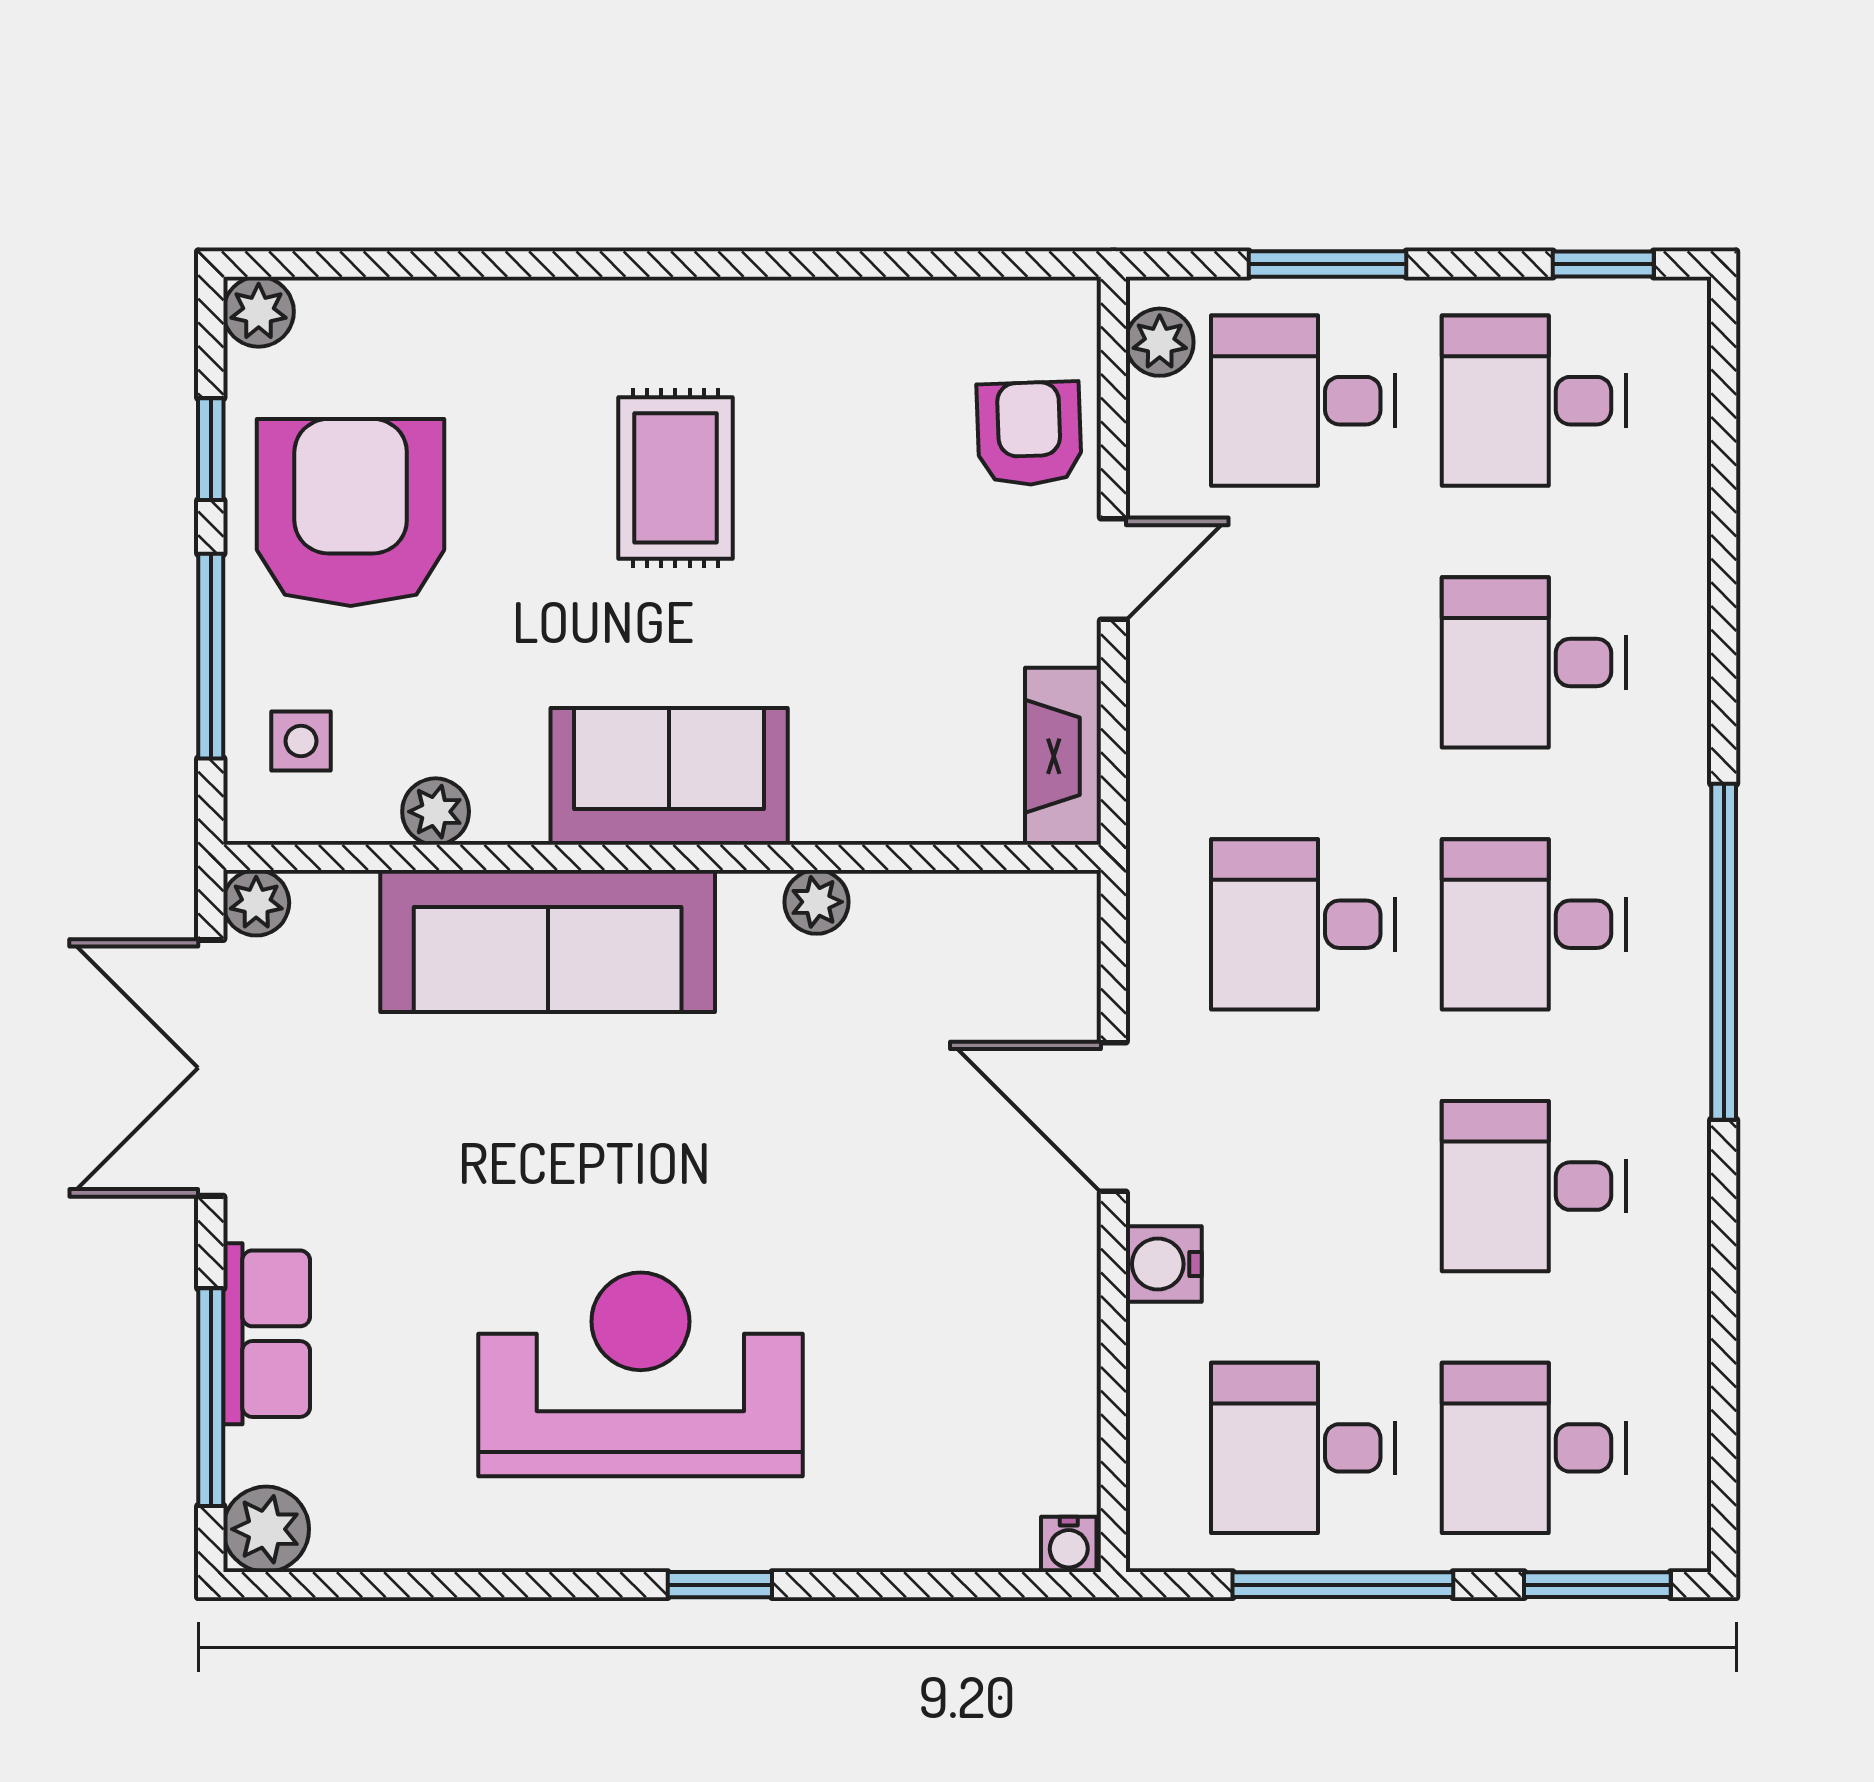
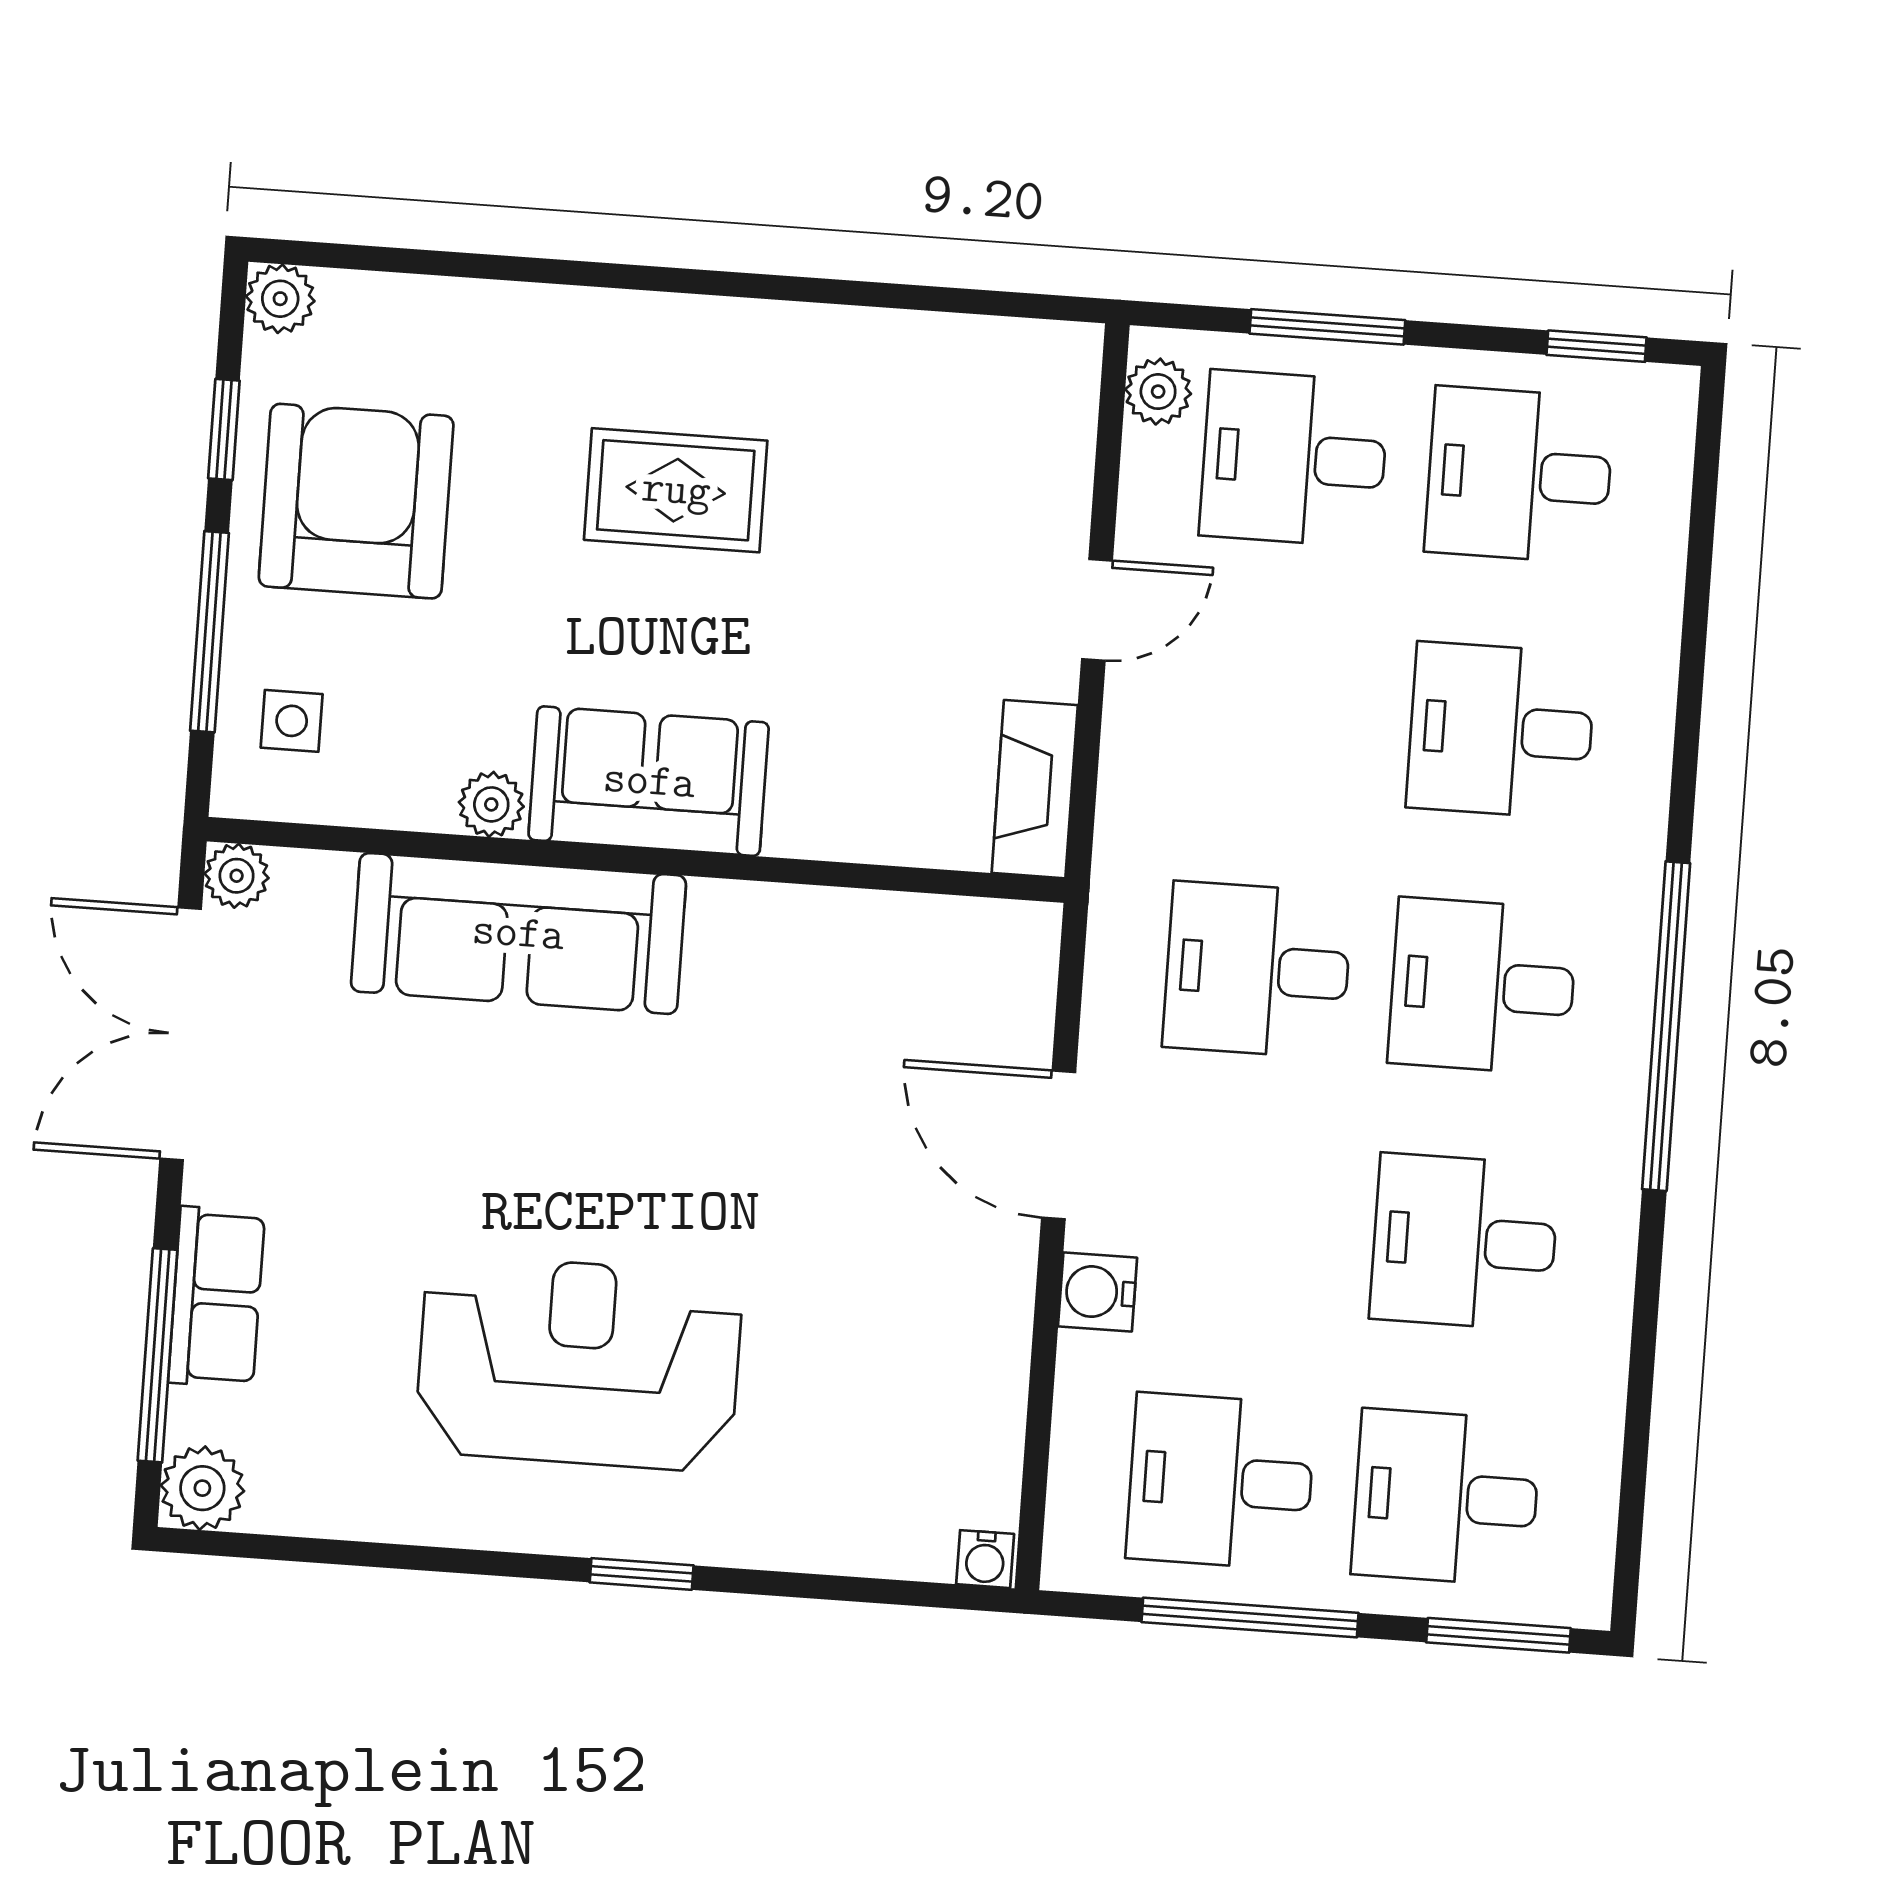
armchair: (1029, 434) -> (1024, 472), removed
rug: (675, 478) -> (676, 490), turned 90
plant: (436, 812) -> (491, 804), moved
plant: (816, 902) -> (784, 914), removed

